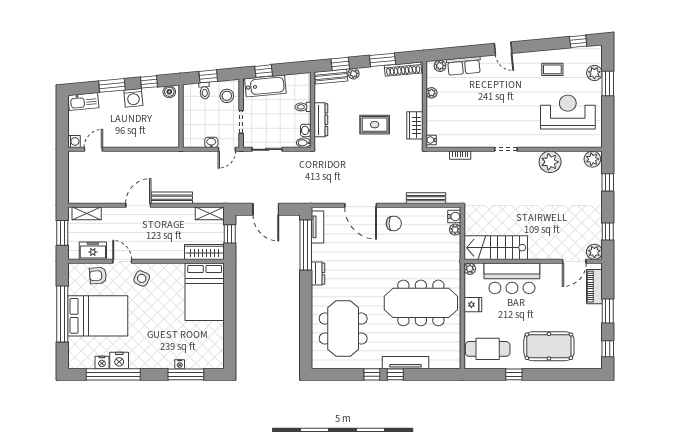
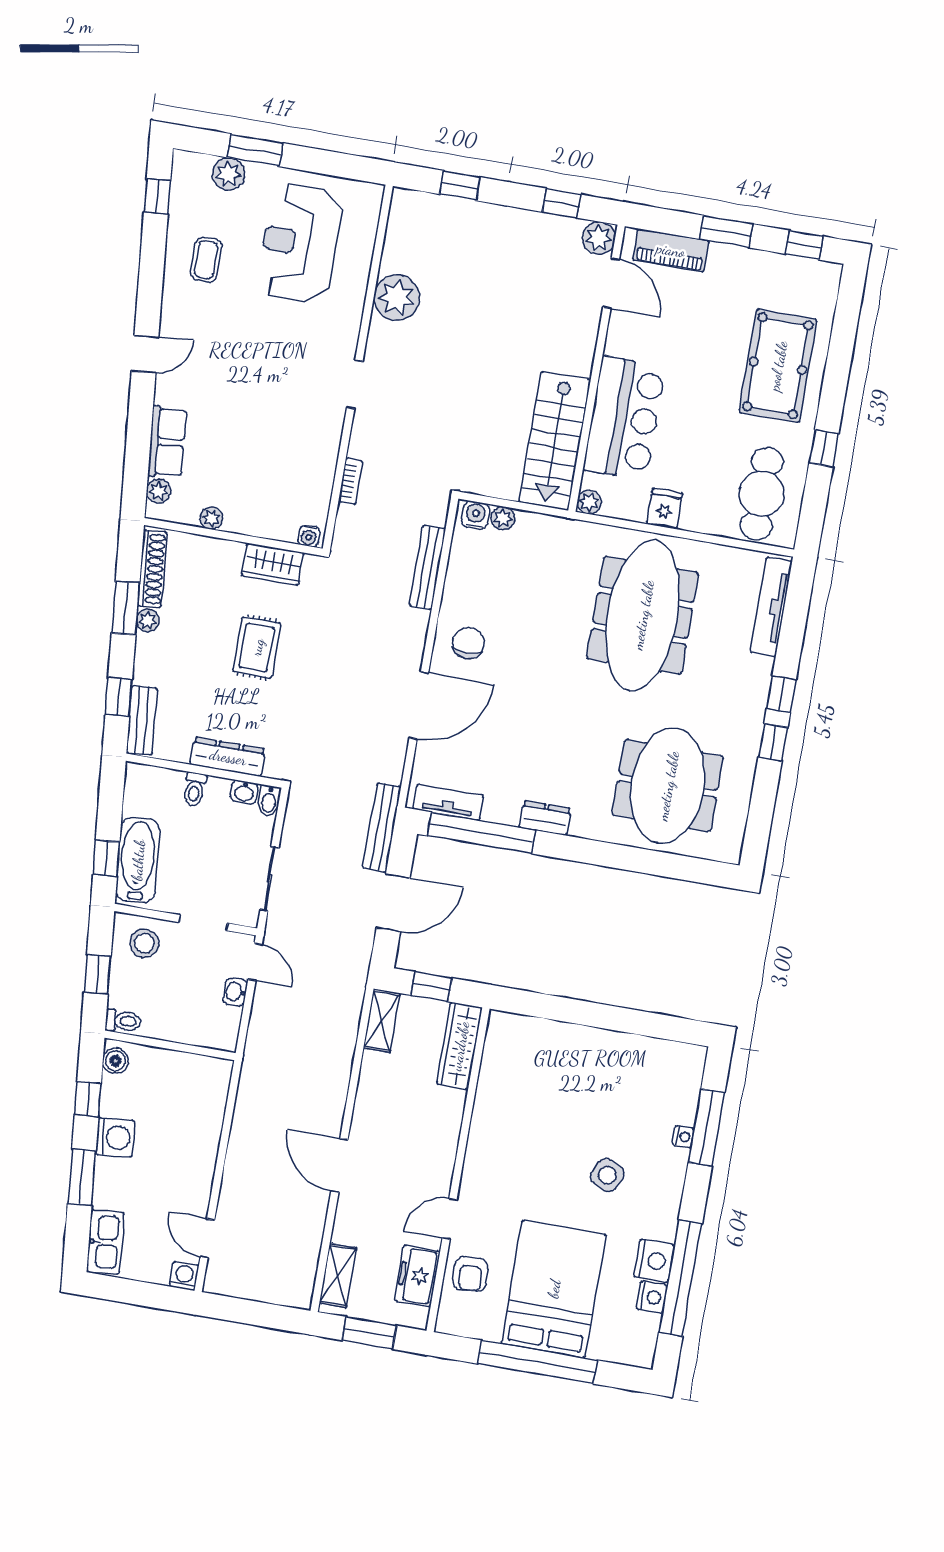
plant: (354, 74) -> (148, 621), moved
toilet: (205, 91) -> (123, 1021), moved
plant: (592, 159) -> (406, 209), removed
bench: (172, 198) -> (382, 828), moved
side table: (142, 278) -> (607, 1175), moved
bed: (205, 292) -> (542, 1059), removed
meeting table: (343, 328) -> (668, 786), turned 90
tv unit: (405, 363) -> (771, 607), moved

